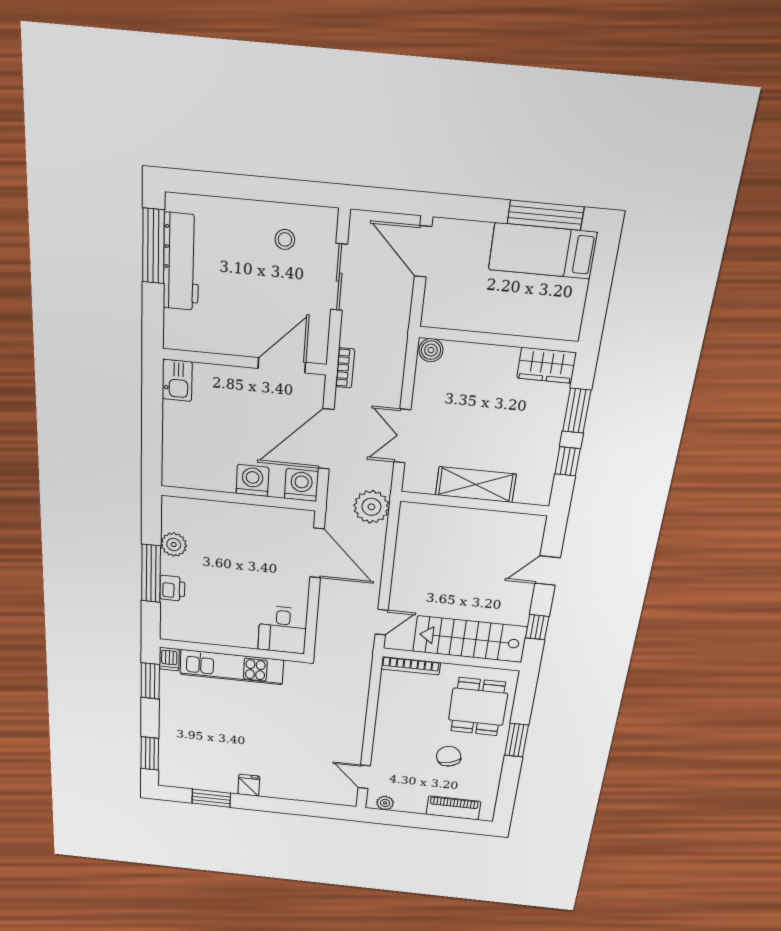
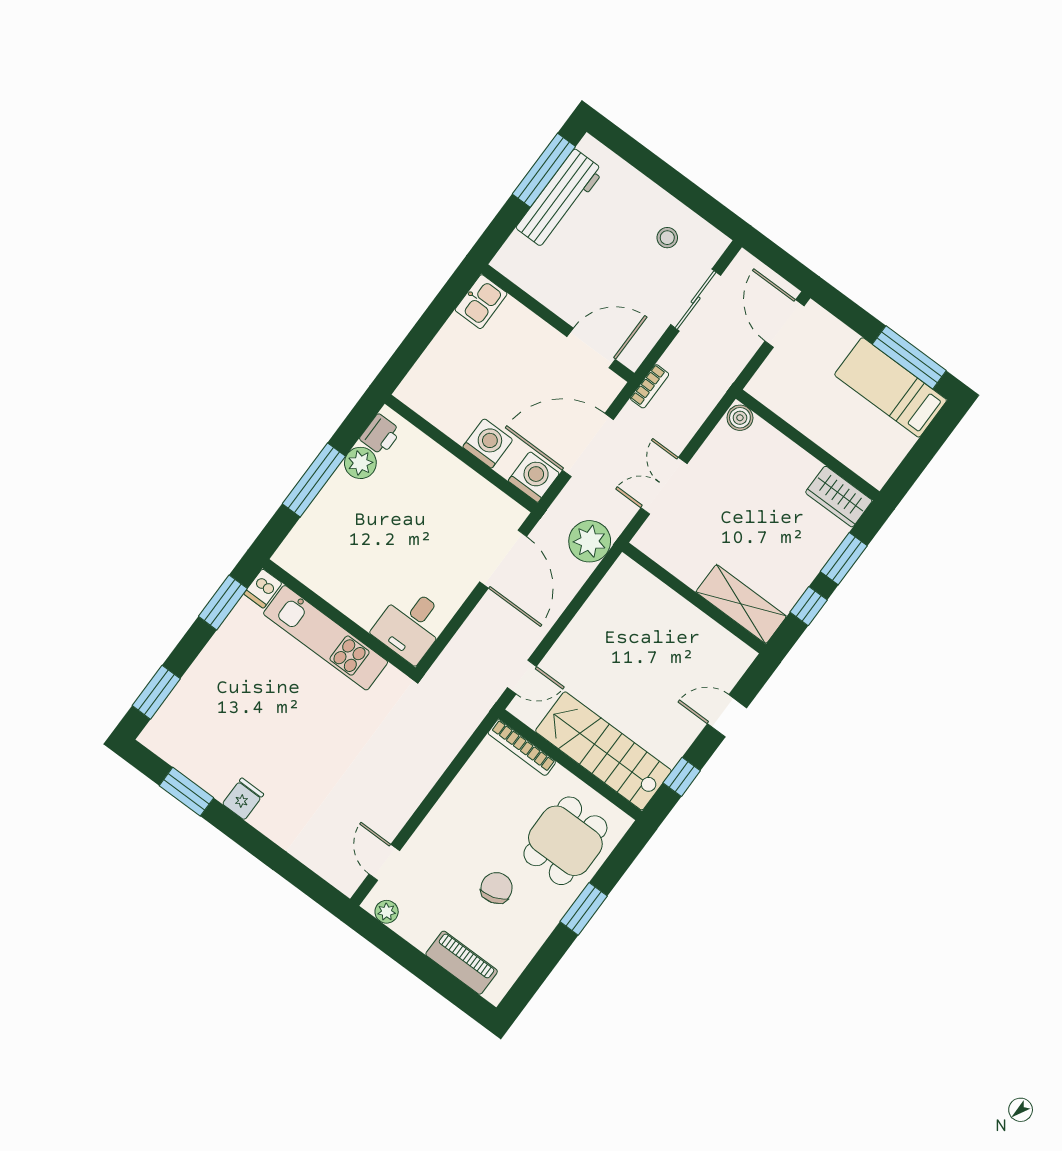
shelving: (476, 485) -> (741, 604), moved
printer: (172, 588) -> (380, 435), moved

